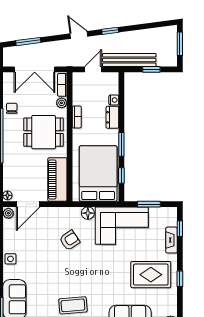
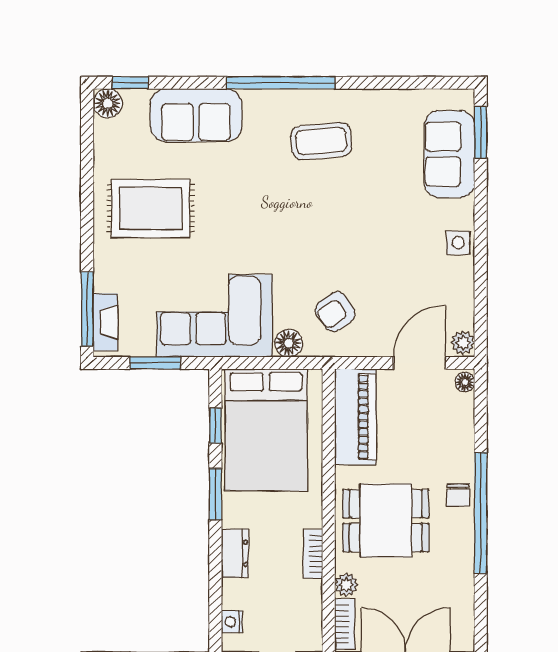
nightstand: (114, 100) -> (232, 622), moved
chair: (12, 108) -> (458, 495), moved
window: (180, 229) -> (87, 309), width x2.17
armchair: (70, 240) -> (335, 312), moved
fireplace: (171, 240) -> (105, 322), moved
window: (180, 279) -> (87, 199), removed

